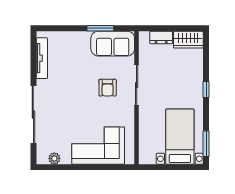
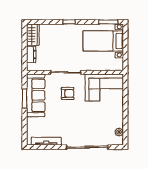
sofa: (113, 44) -> (36, 95), width x1.36
corner sofa: (98, 146) -> (104, 87), moved, turned -90

